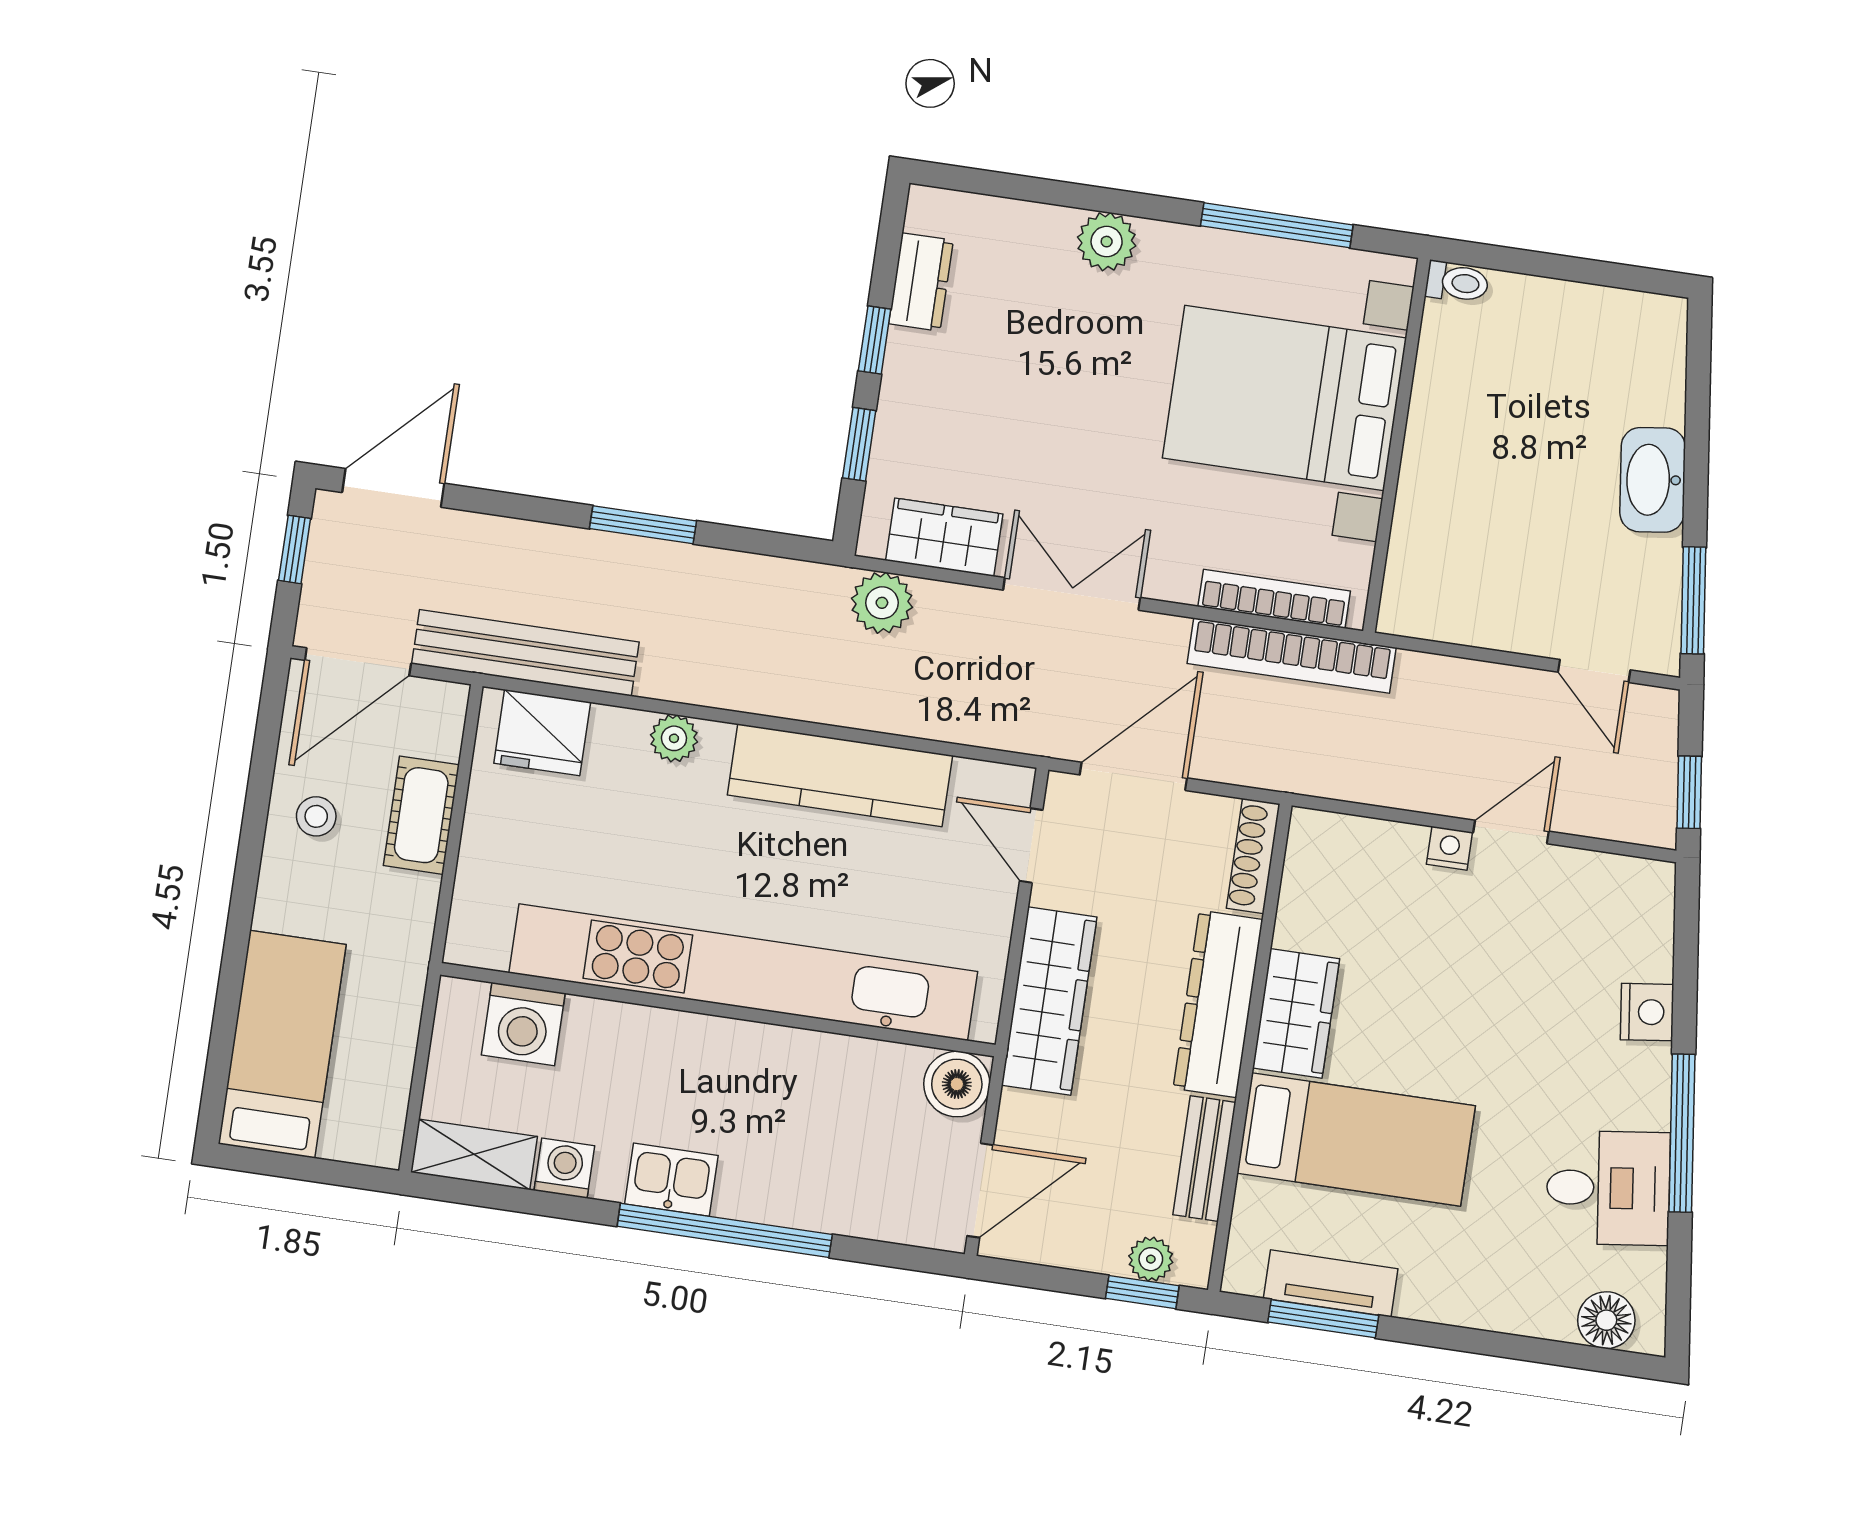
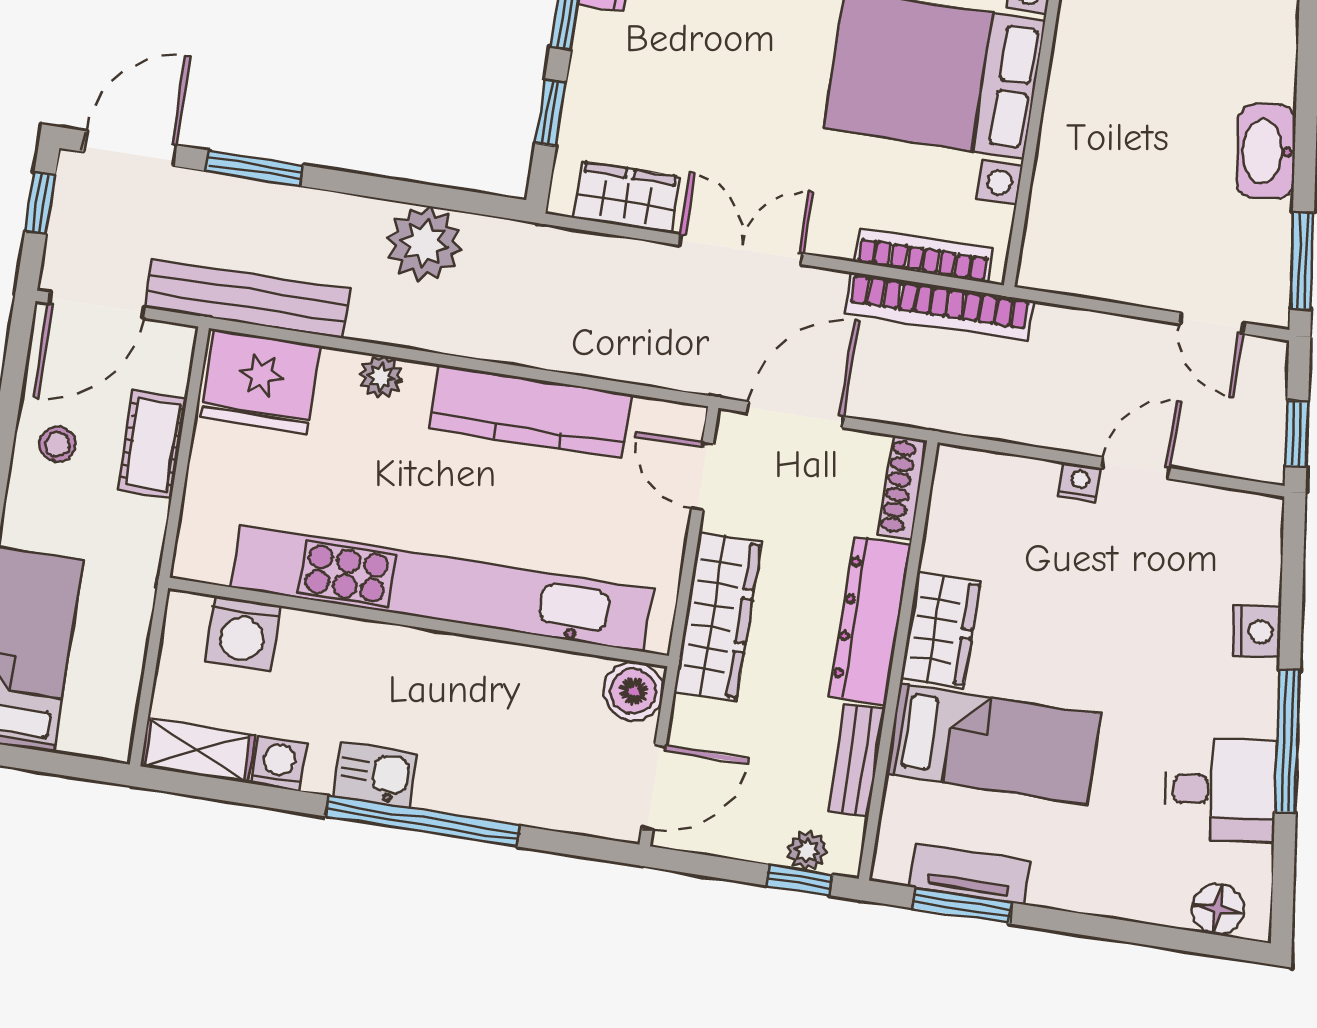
window: (643, 525) -> (254, 168), moved
plant: (882, 603) -> (424, 244), moved, width x1.36, depth x1.36
fridge: (542, 733) -> (260, 382), width x1.36, depth x1.34

